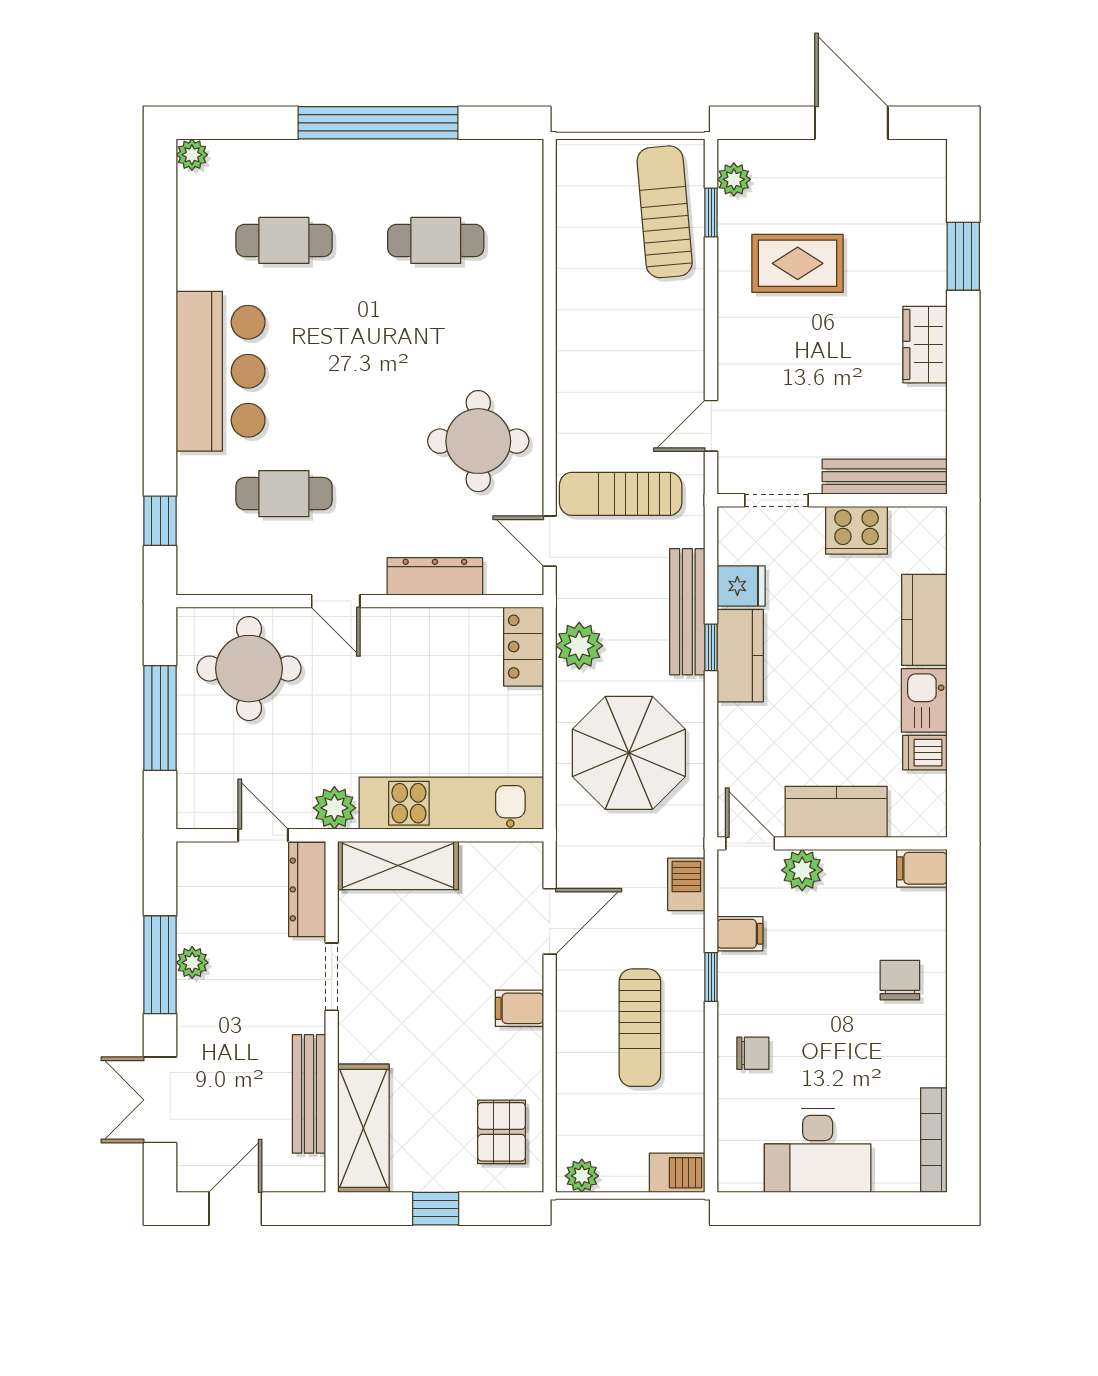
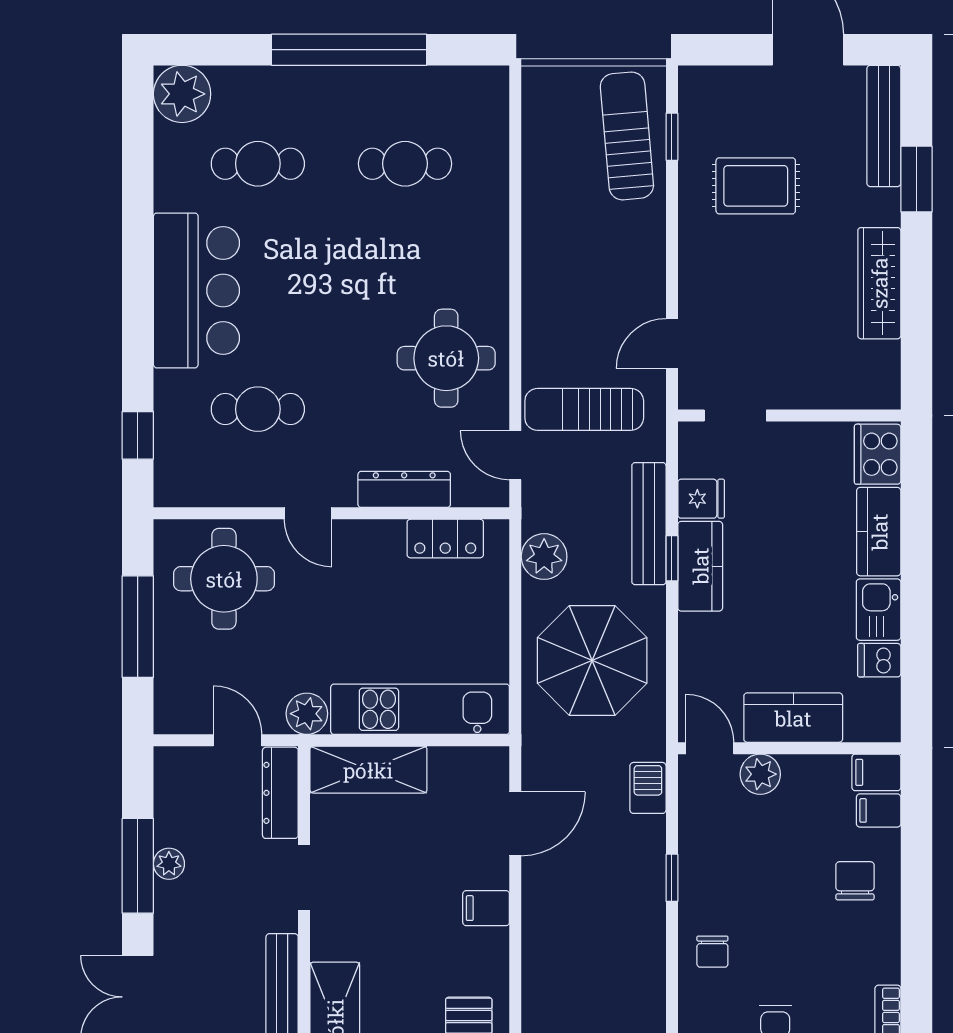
plant: (192, 155) -> (182, 94), width x1.87, depth x1.87
plant: (734, 179) -> (694, 105), removed
wardrobe: (925, 345) -> (879, 283), width x1.50
bench: (885, 477) -> (884, 126), moved, turned 90
cooker: (857, 530) -> (878, 454), moved, turned 90
locker: (524, 647) -> (445, 539), moved, turned -90
filing cabinet: (740, 934) -> (879, 810), moved, turned 180
sun lounger: (640, 1028) -> (603, 927), removed
chair: (753, 1053) -> (712, 952), turned 90

